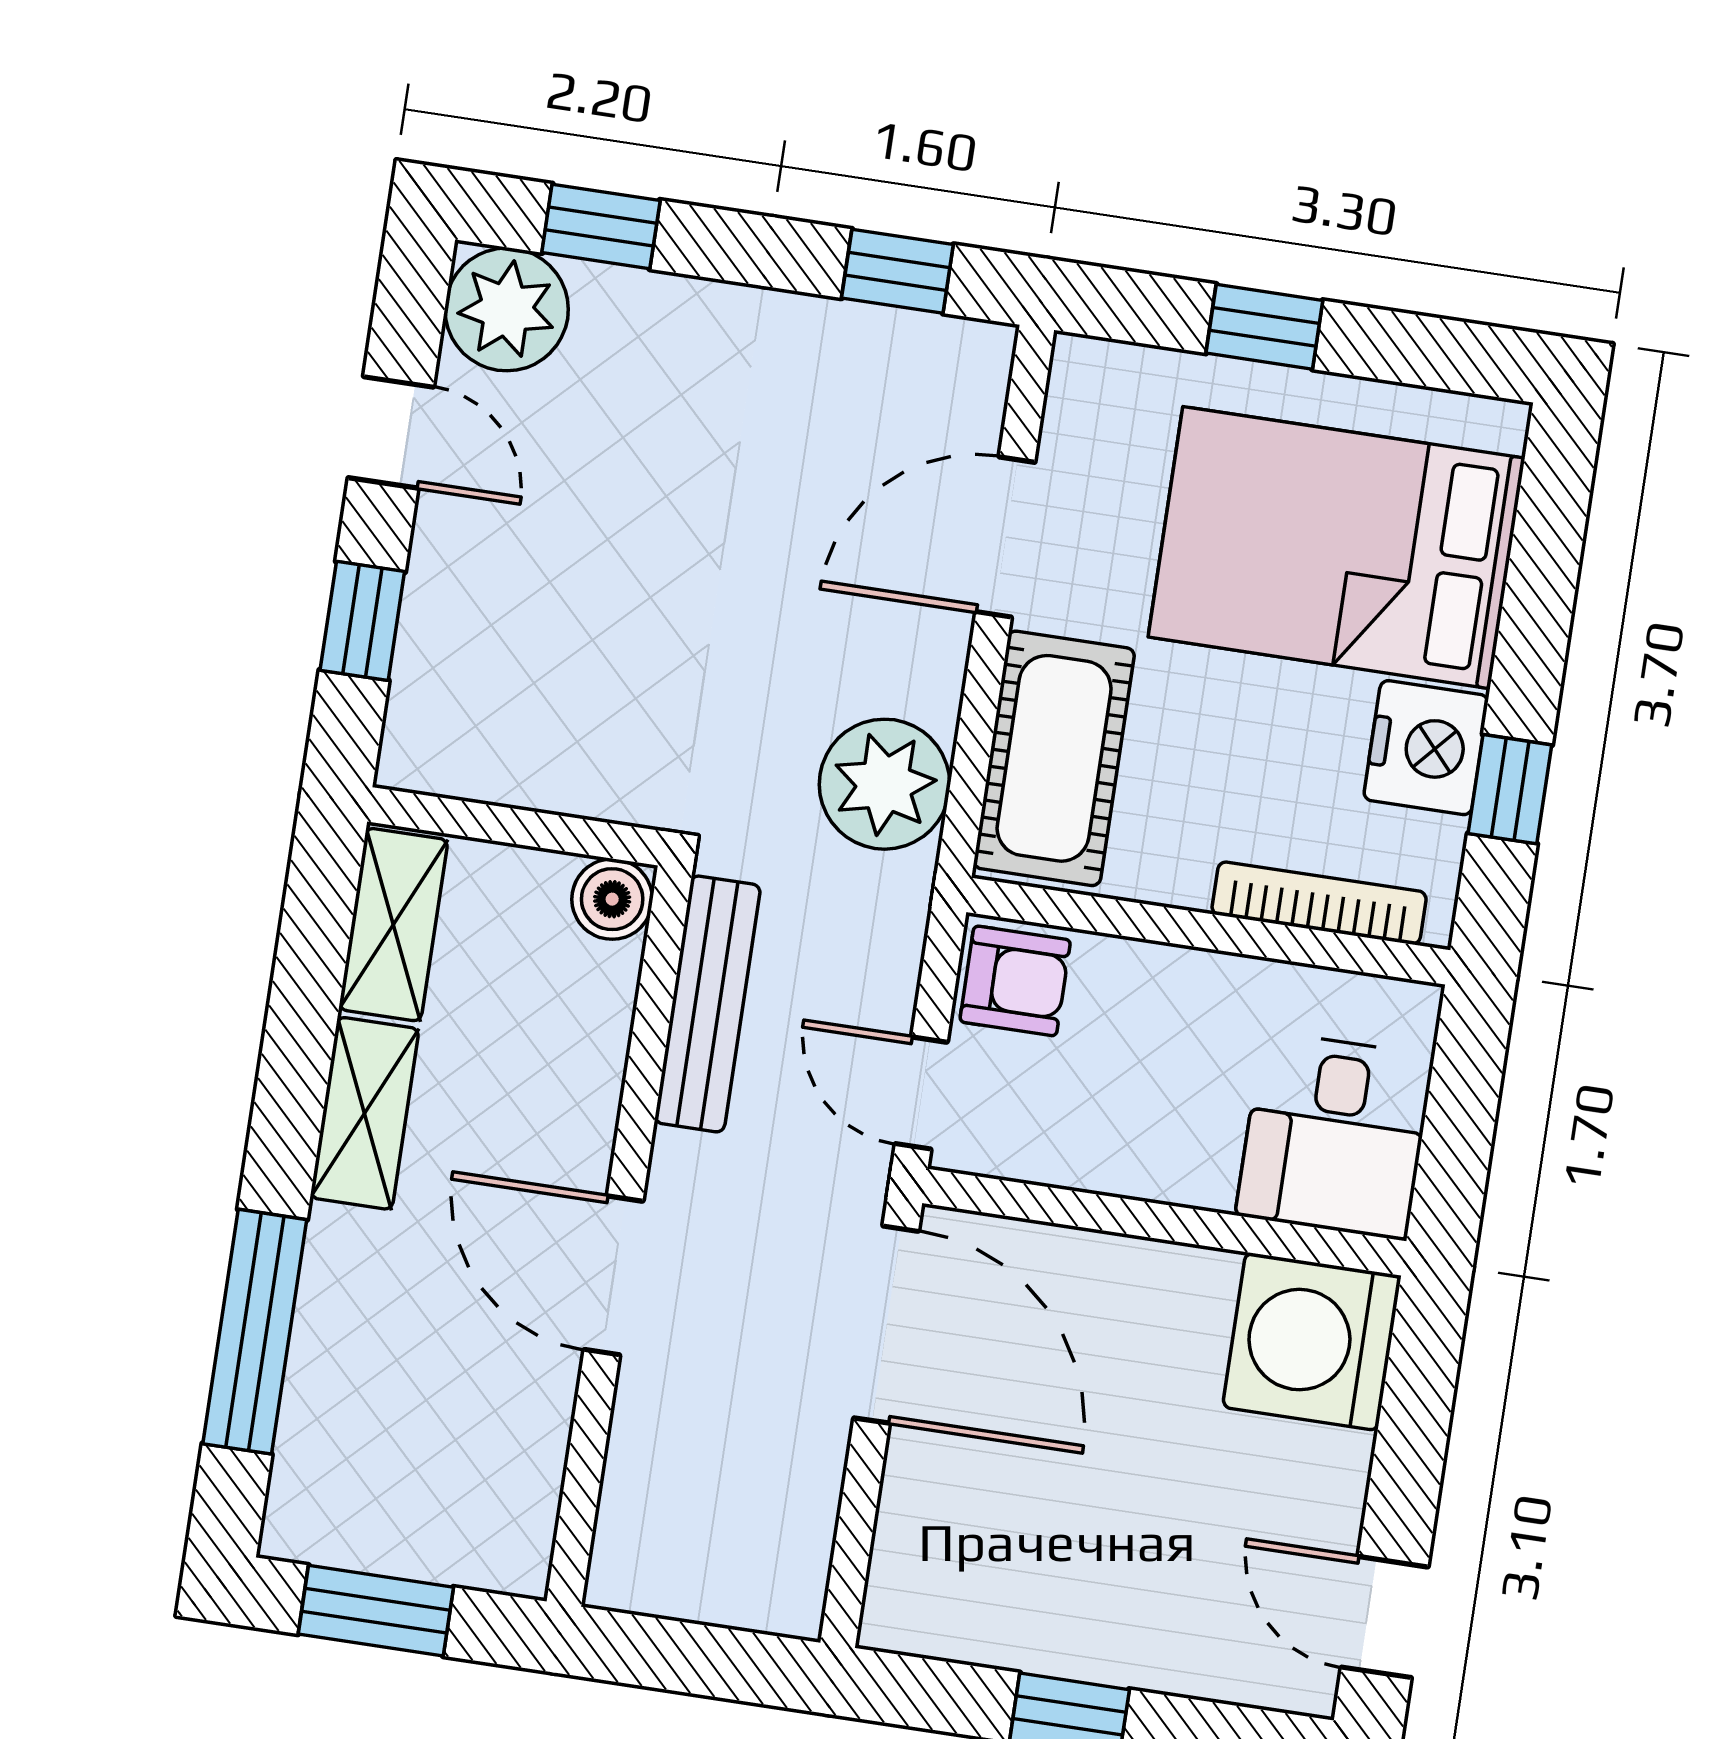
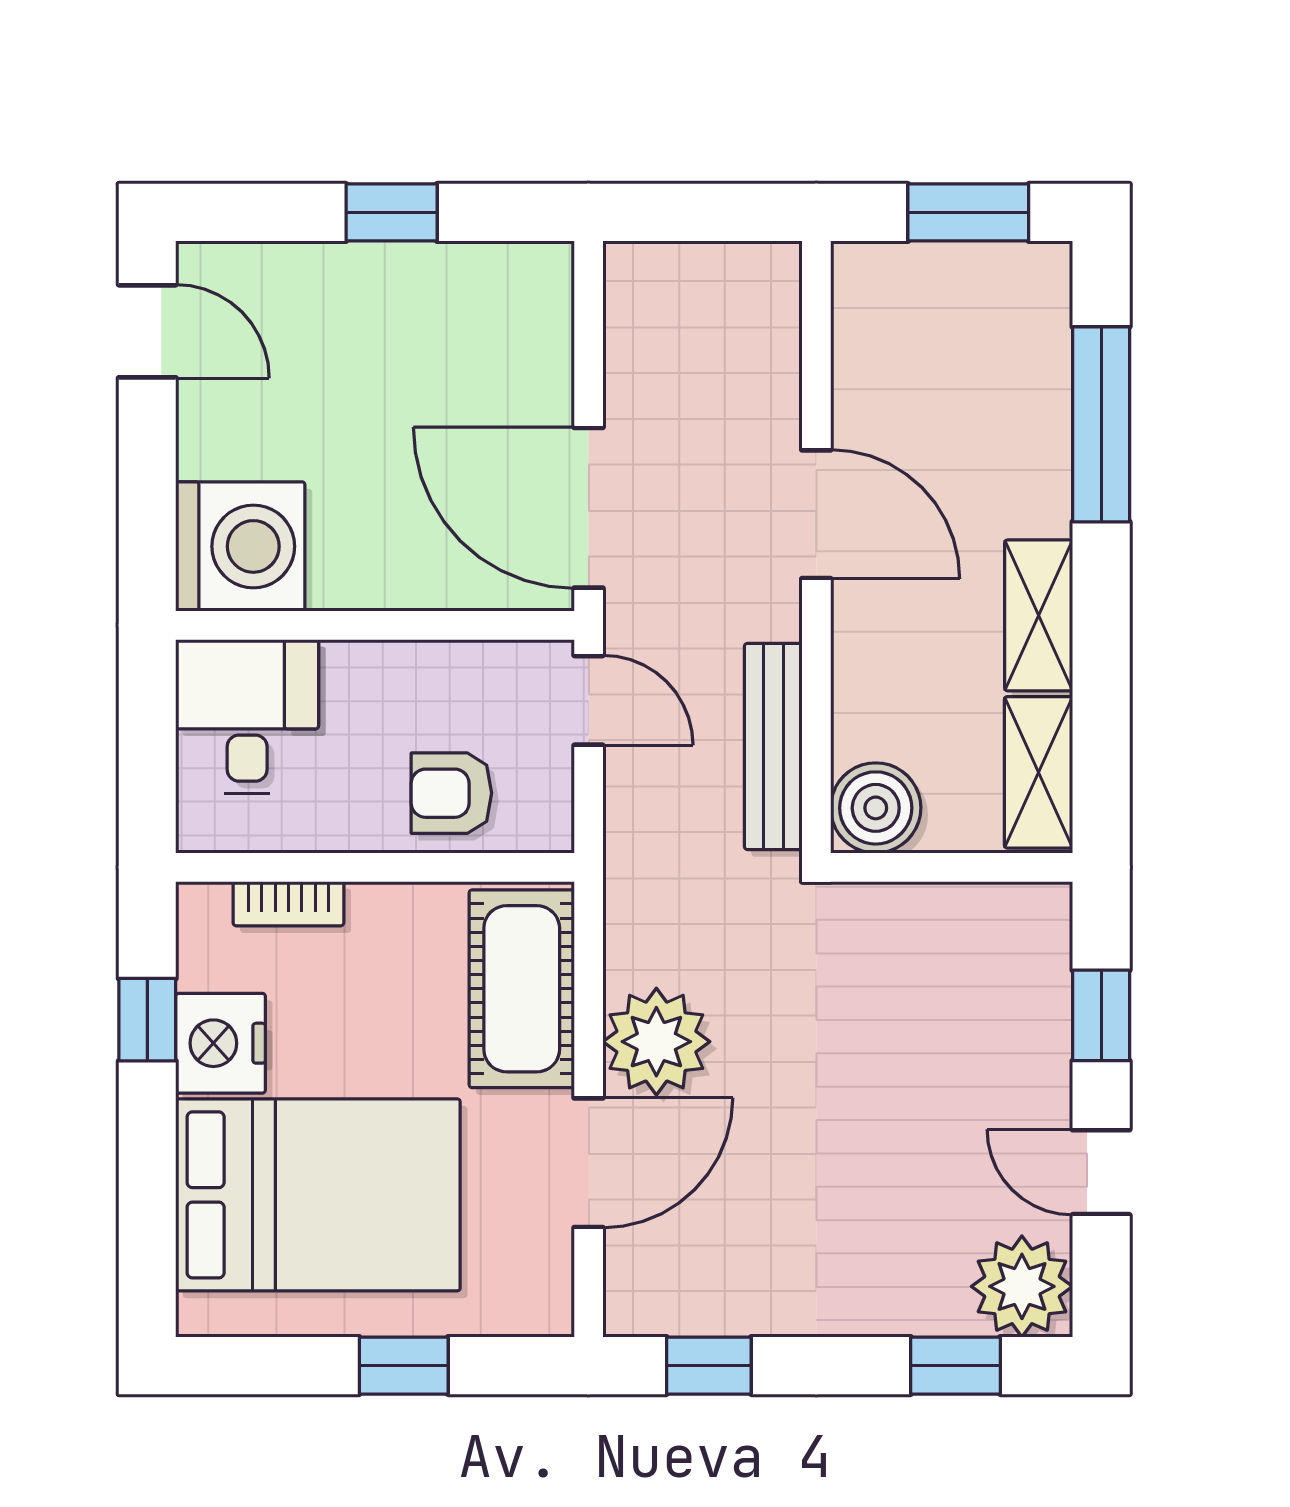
plant: (885, 784) -> (656, 1042), moved
boiler: (612, 899) -> (876, 808), width x1.36, depth x1.36
bookcase: (1319, 903) -> (288, 904), width x0.64
armchair: (1015, 981) -> (451, 793), moved

